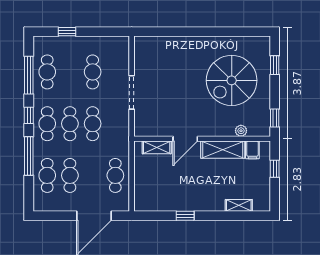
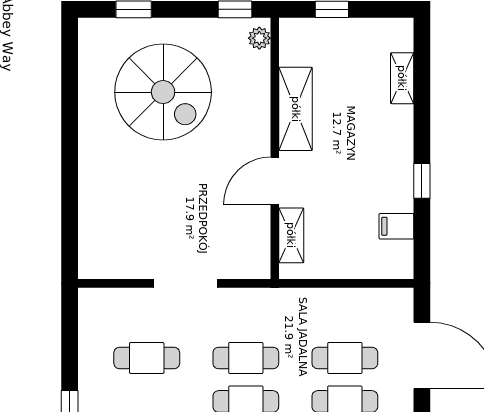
plant: (241, 131) -> (259, 38), moved
door: (185, 139) -> (275, 181), swing flipped
filing cabinet: (252, 150) -> (396, 226), moved, turned 180
cafe table: (115, 175) -> (345, 358), moved

